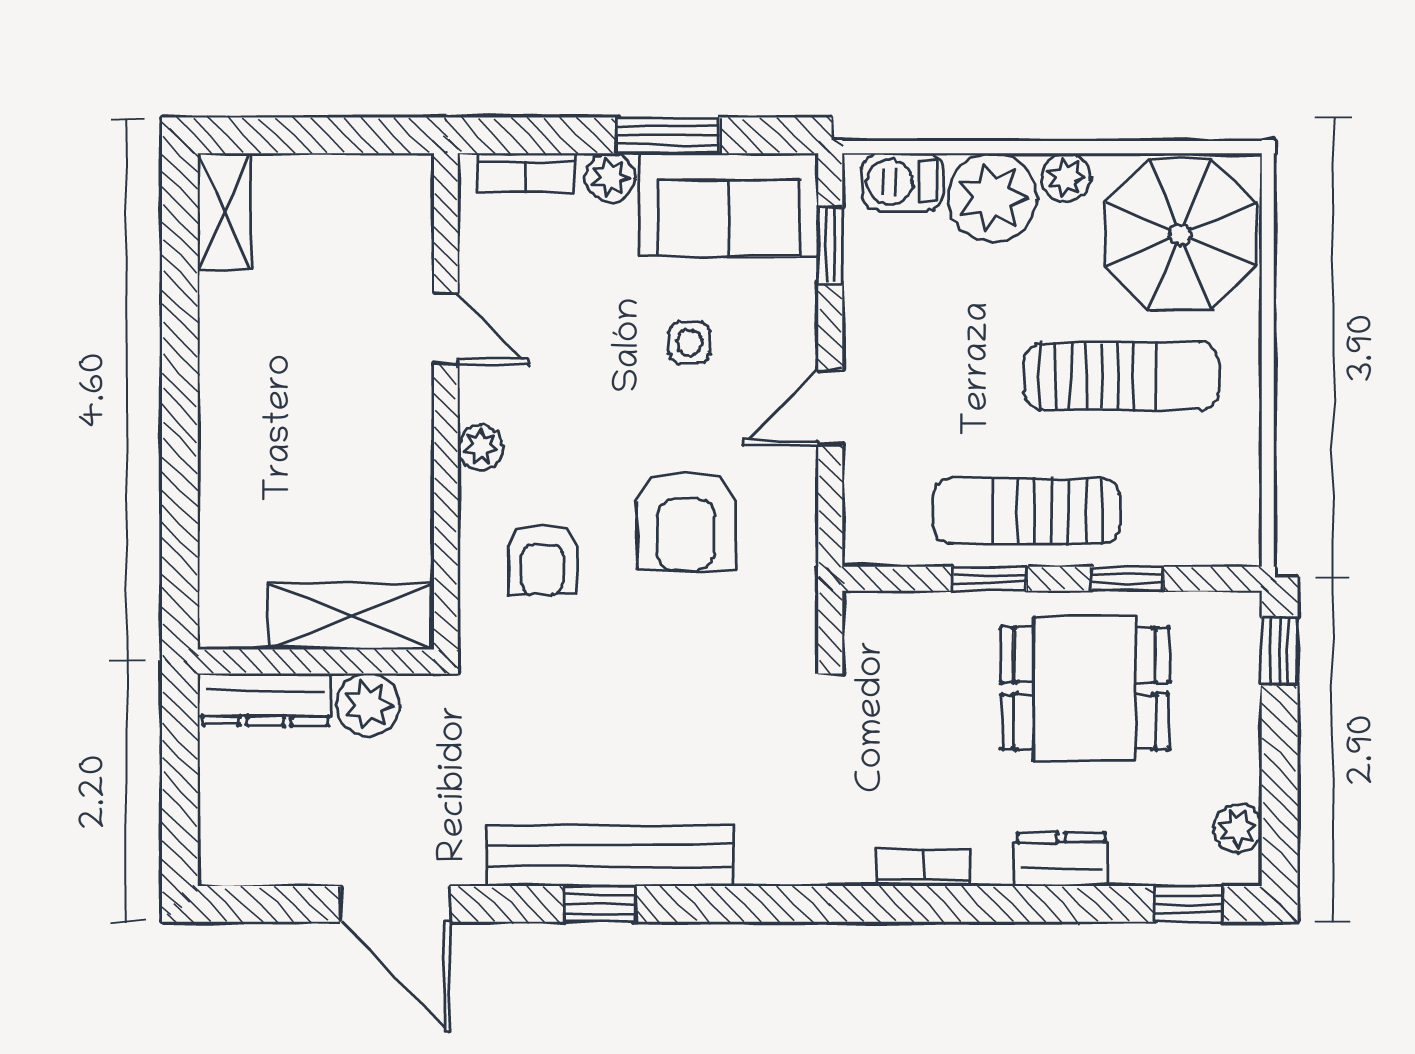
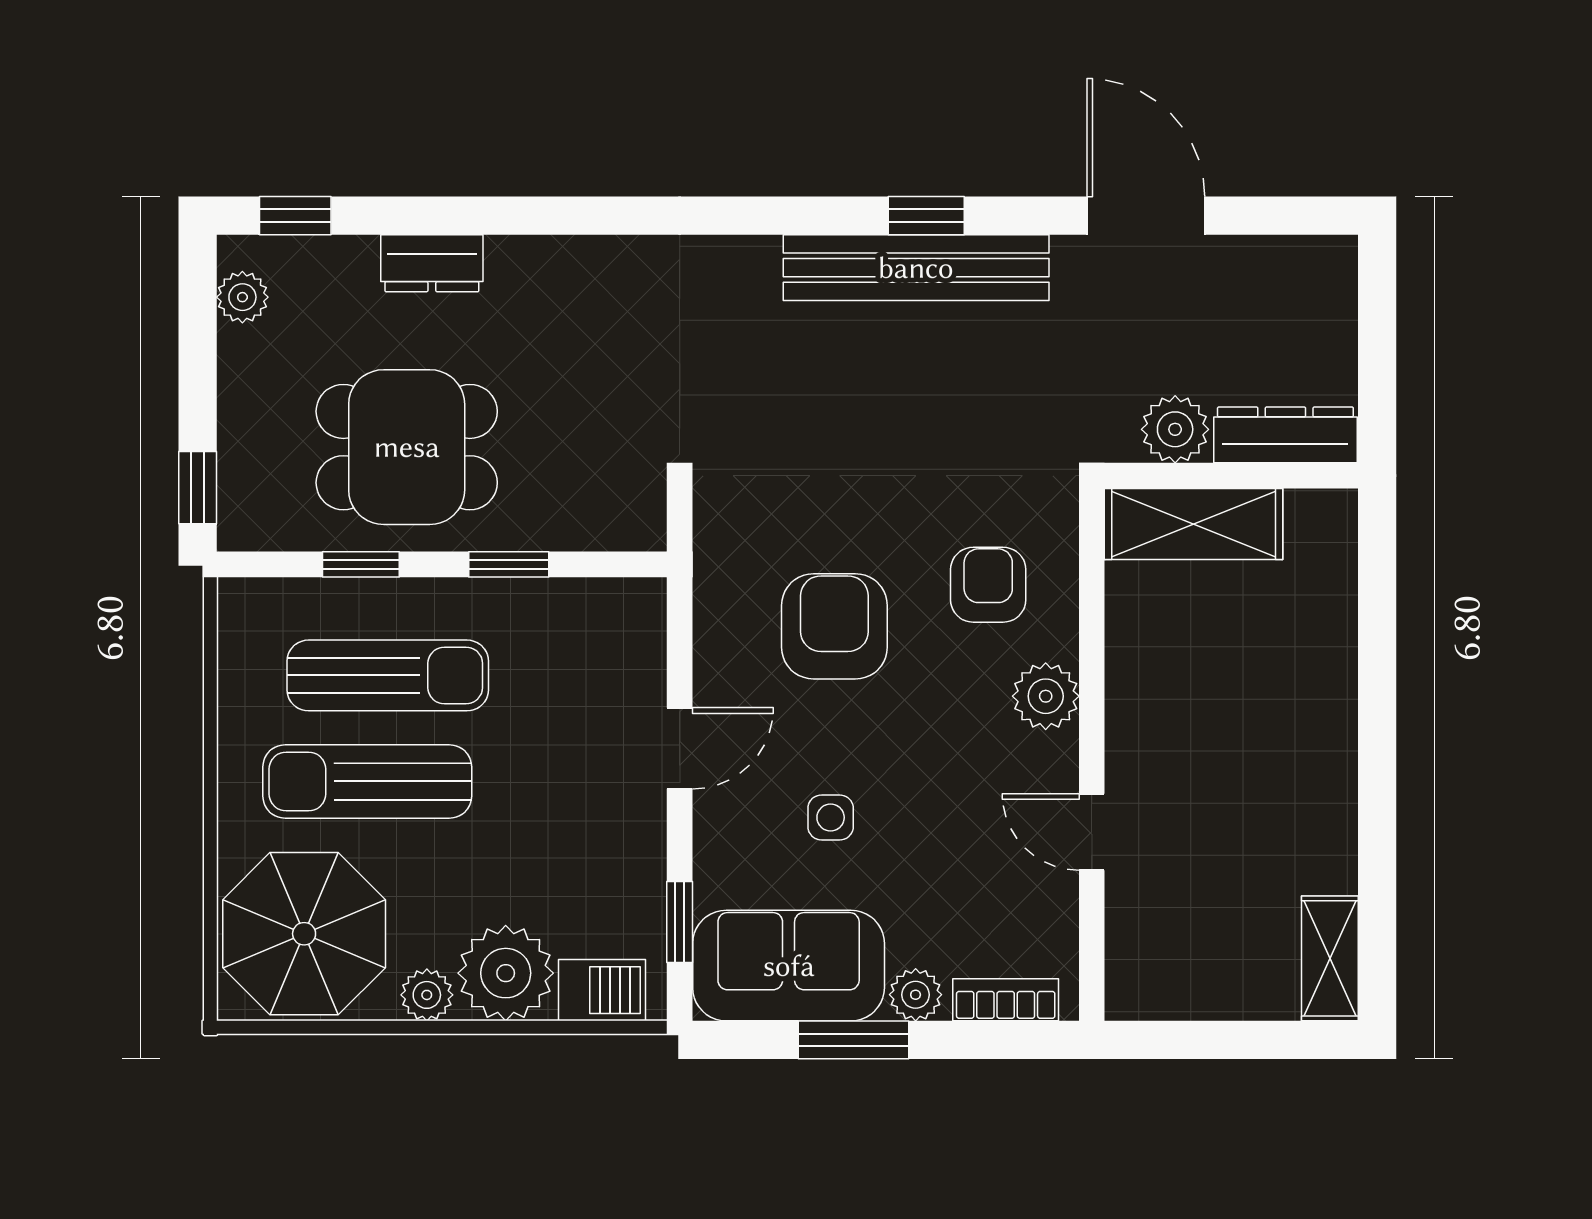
plant: (480, 447) -> (1046, 696), width x1.38, depth x1.38
sun lounger: (1026, 511) -> (388, 675), moved
bookcase: (924, 868) -> (579, 255), removed

